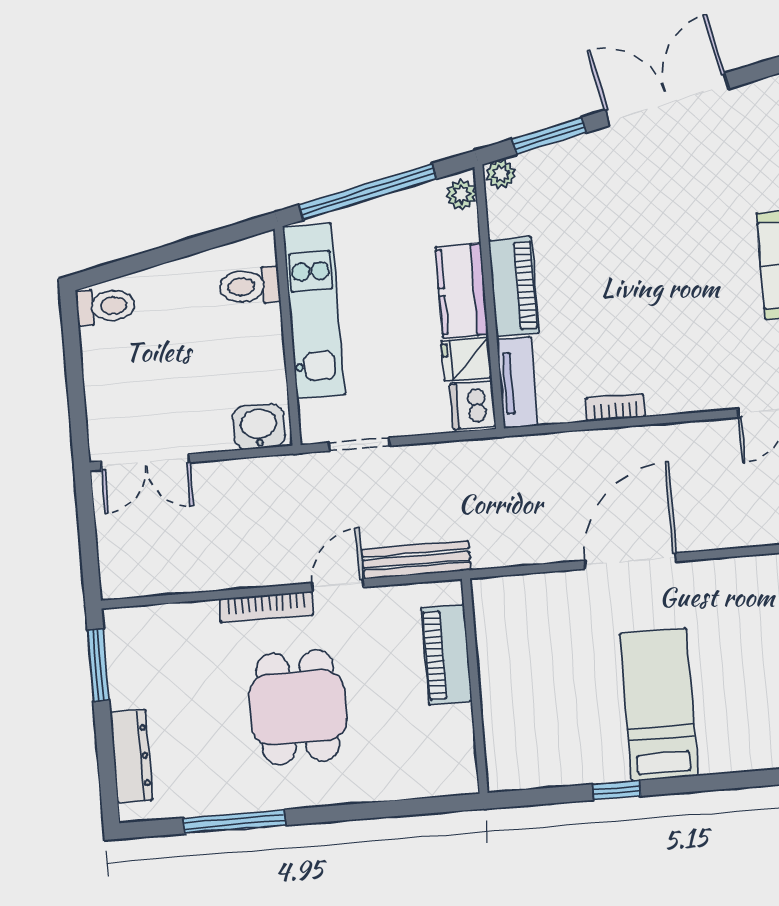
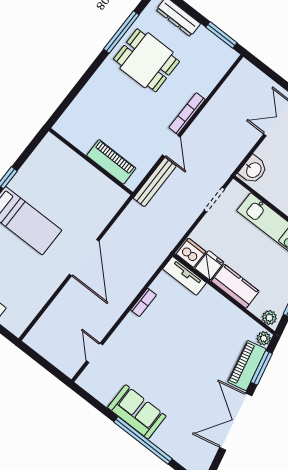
double door: (667, 99) -> (236, 422), swing flipped
piano: (514, 286) -> (247, 365), moved, turned 78
dining table: (298, 707) -> (147, 60), moved

